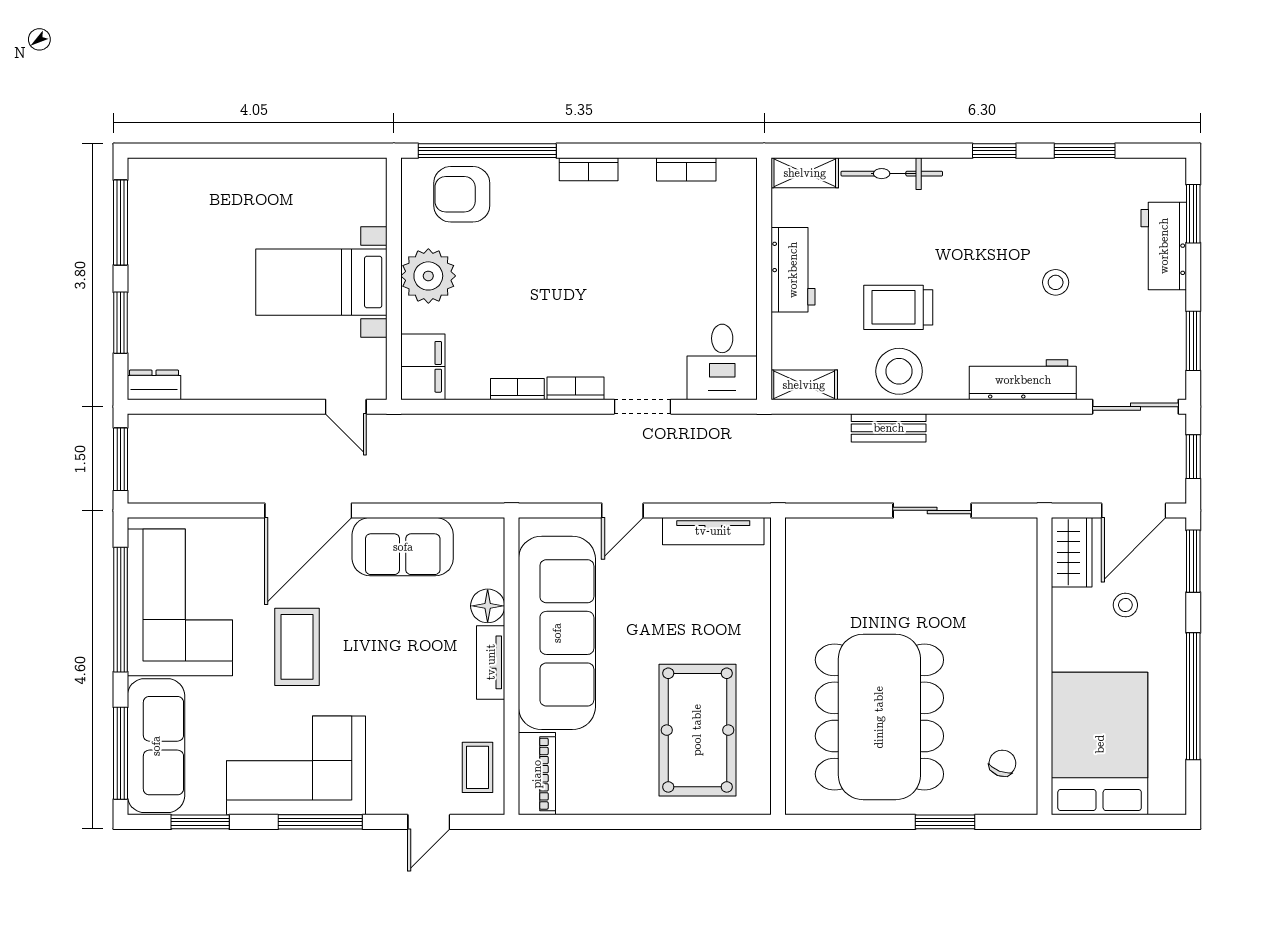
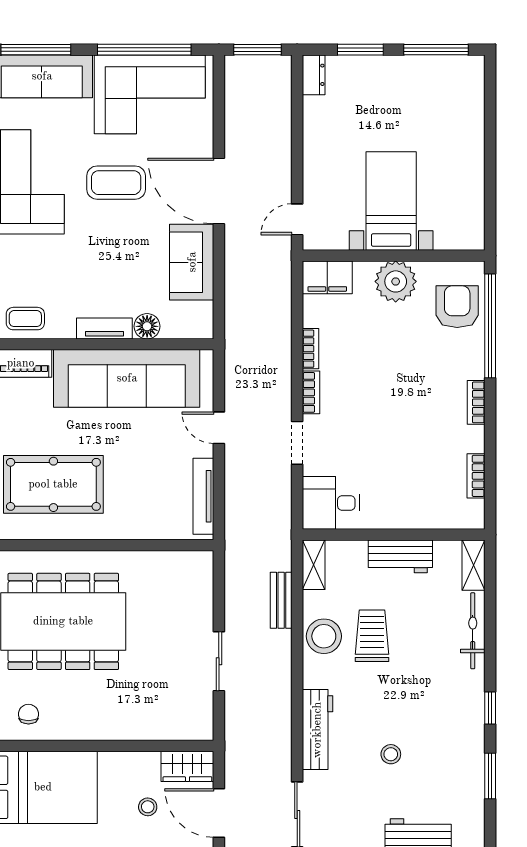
bench: (889, 428) -> (281, 600), moved
chair: (1002, 763) -> (28, 714), turned -111

